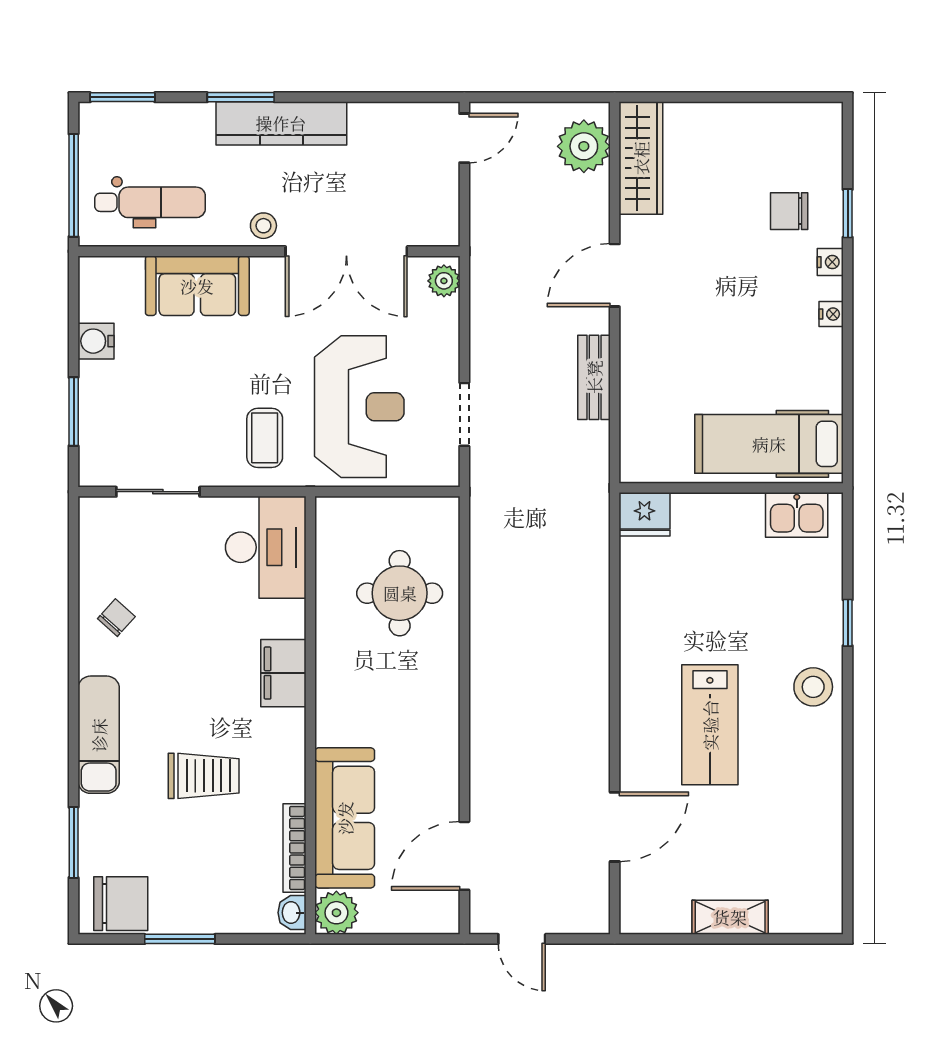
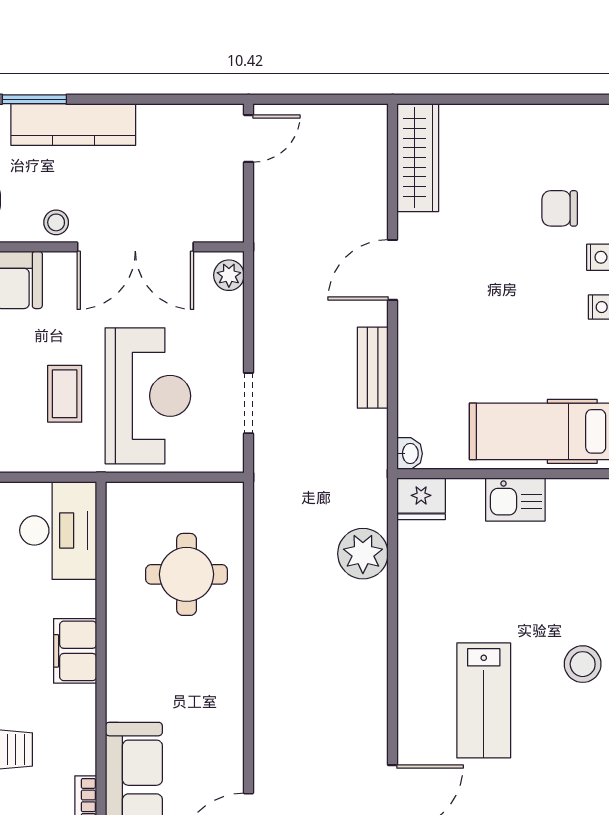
plant: (584, 146) -> (363, 554), moved
coffee table: (265, 438) -> (65, 394), moved
washbasin: (632, 467) -> (410, 454), added
kitchen sink: (797, 515) -> (515, 499), moved

